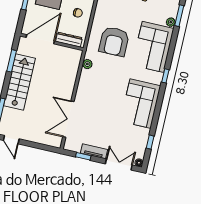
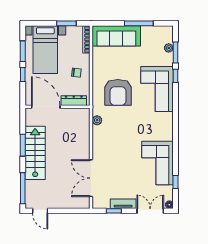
plant: (171, 22) -> (169, 48), moved
door: (40, 39) -> (46, 107), hinge flipped
window: (12, 61) -> (23, 145), moved
window: (165, 76) -> (176, 76), moved
corner sofa: (140, 104) -> (158, 163), moved

